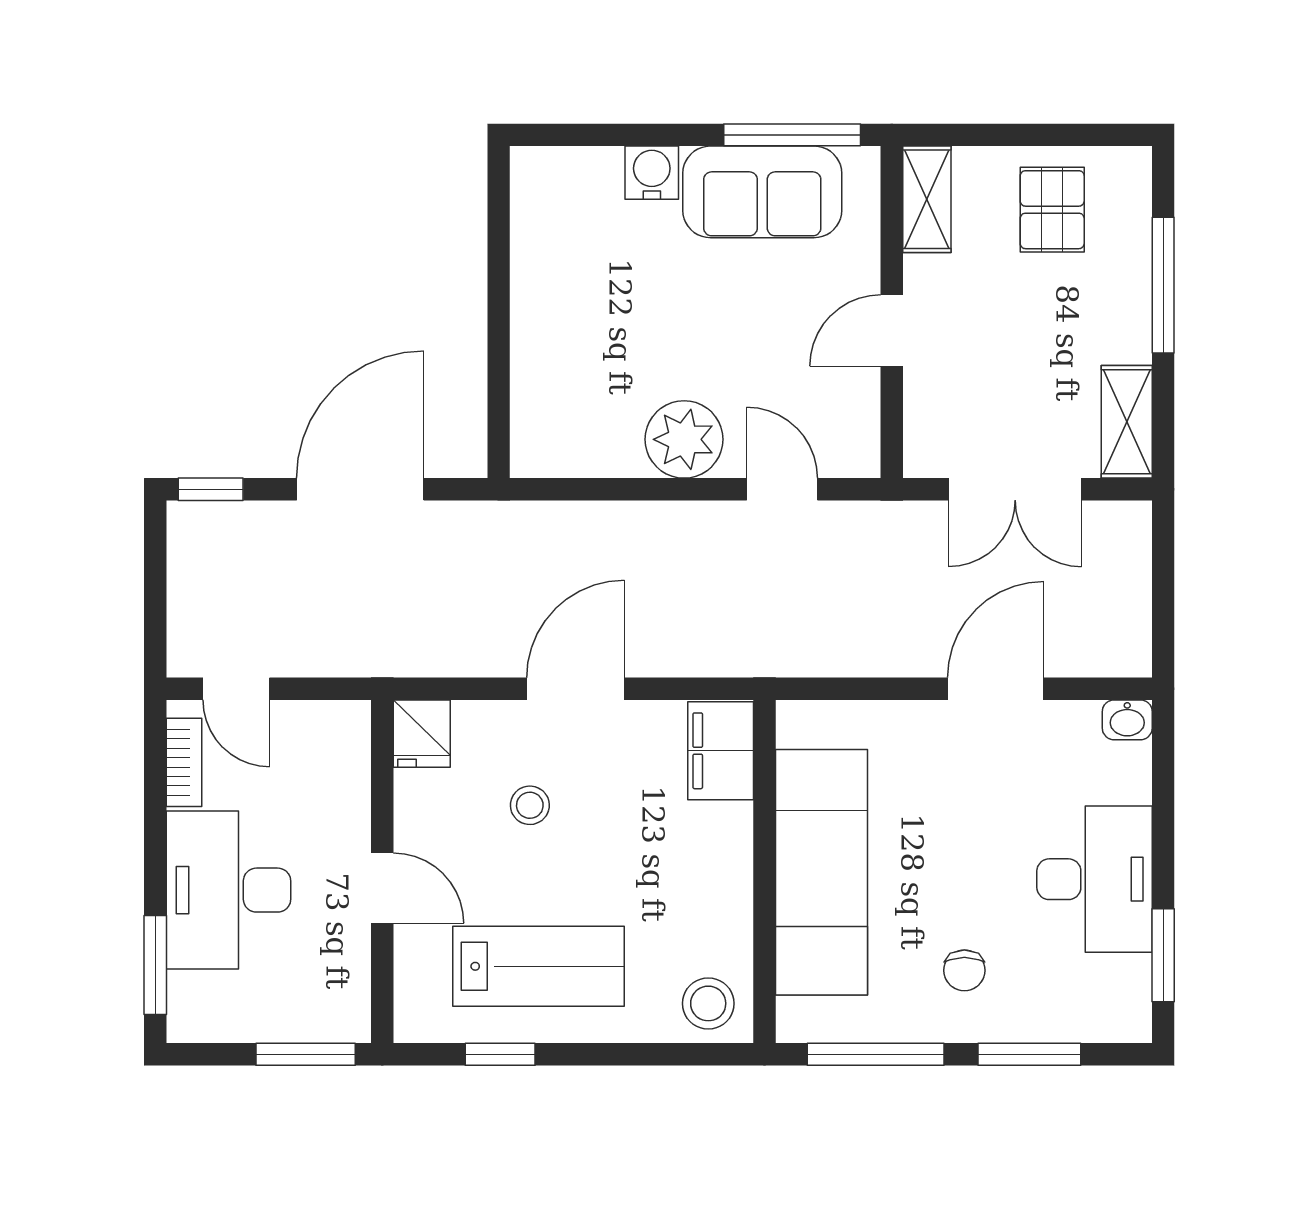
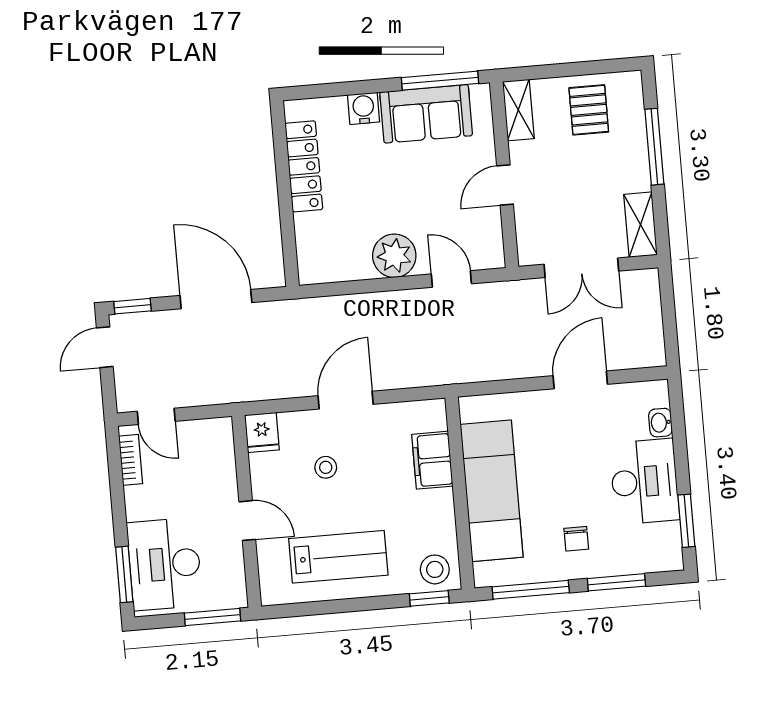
locker: (537, 267) -> (304, 166), added
door: (360, 489) -> (216, 299), hinge flipped
door: (155, 558) -> (105, 347), added
washbasin: (1127, 720) -> (660, 423), moved, turned 90
filing cabinet: (721, 751) -> (432, 460), moved
desk: (228, 890) -> (165, 564), moved
window: (500, 1054) -> (429, 598), moved

